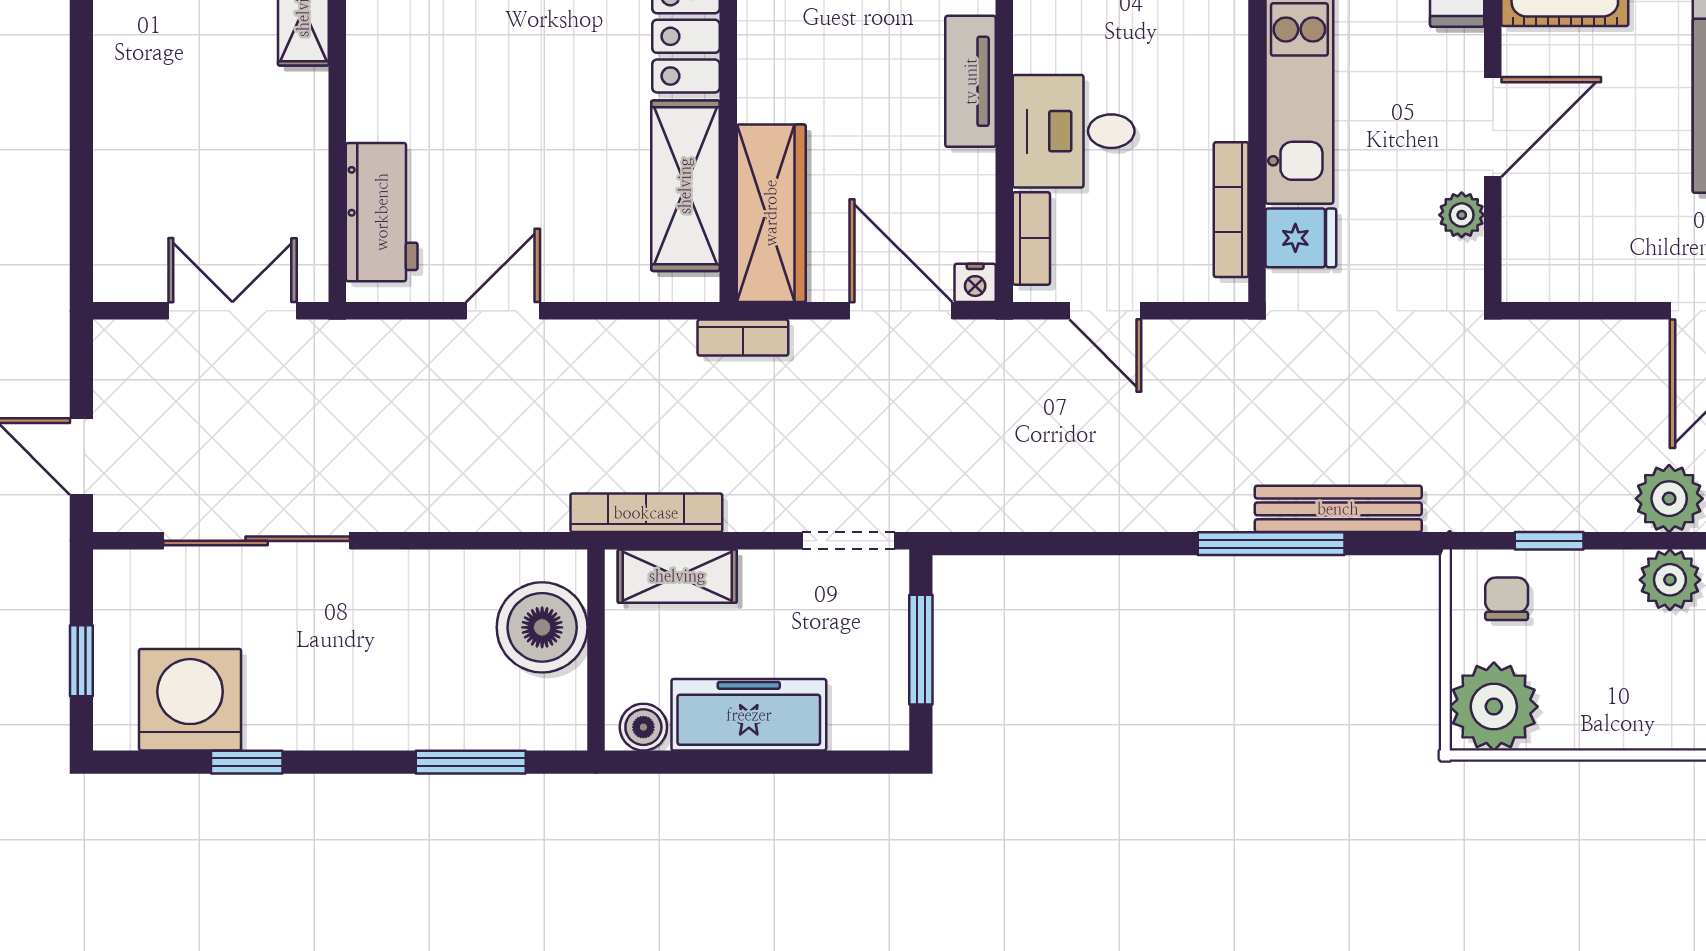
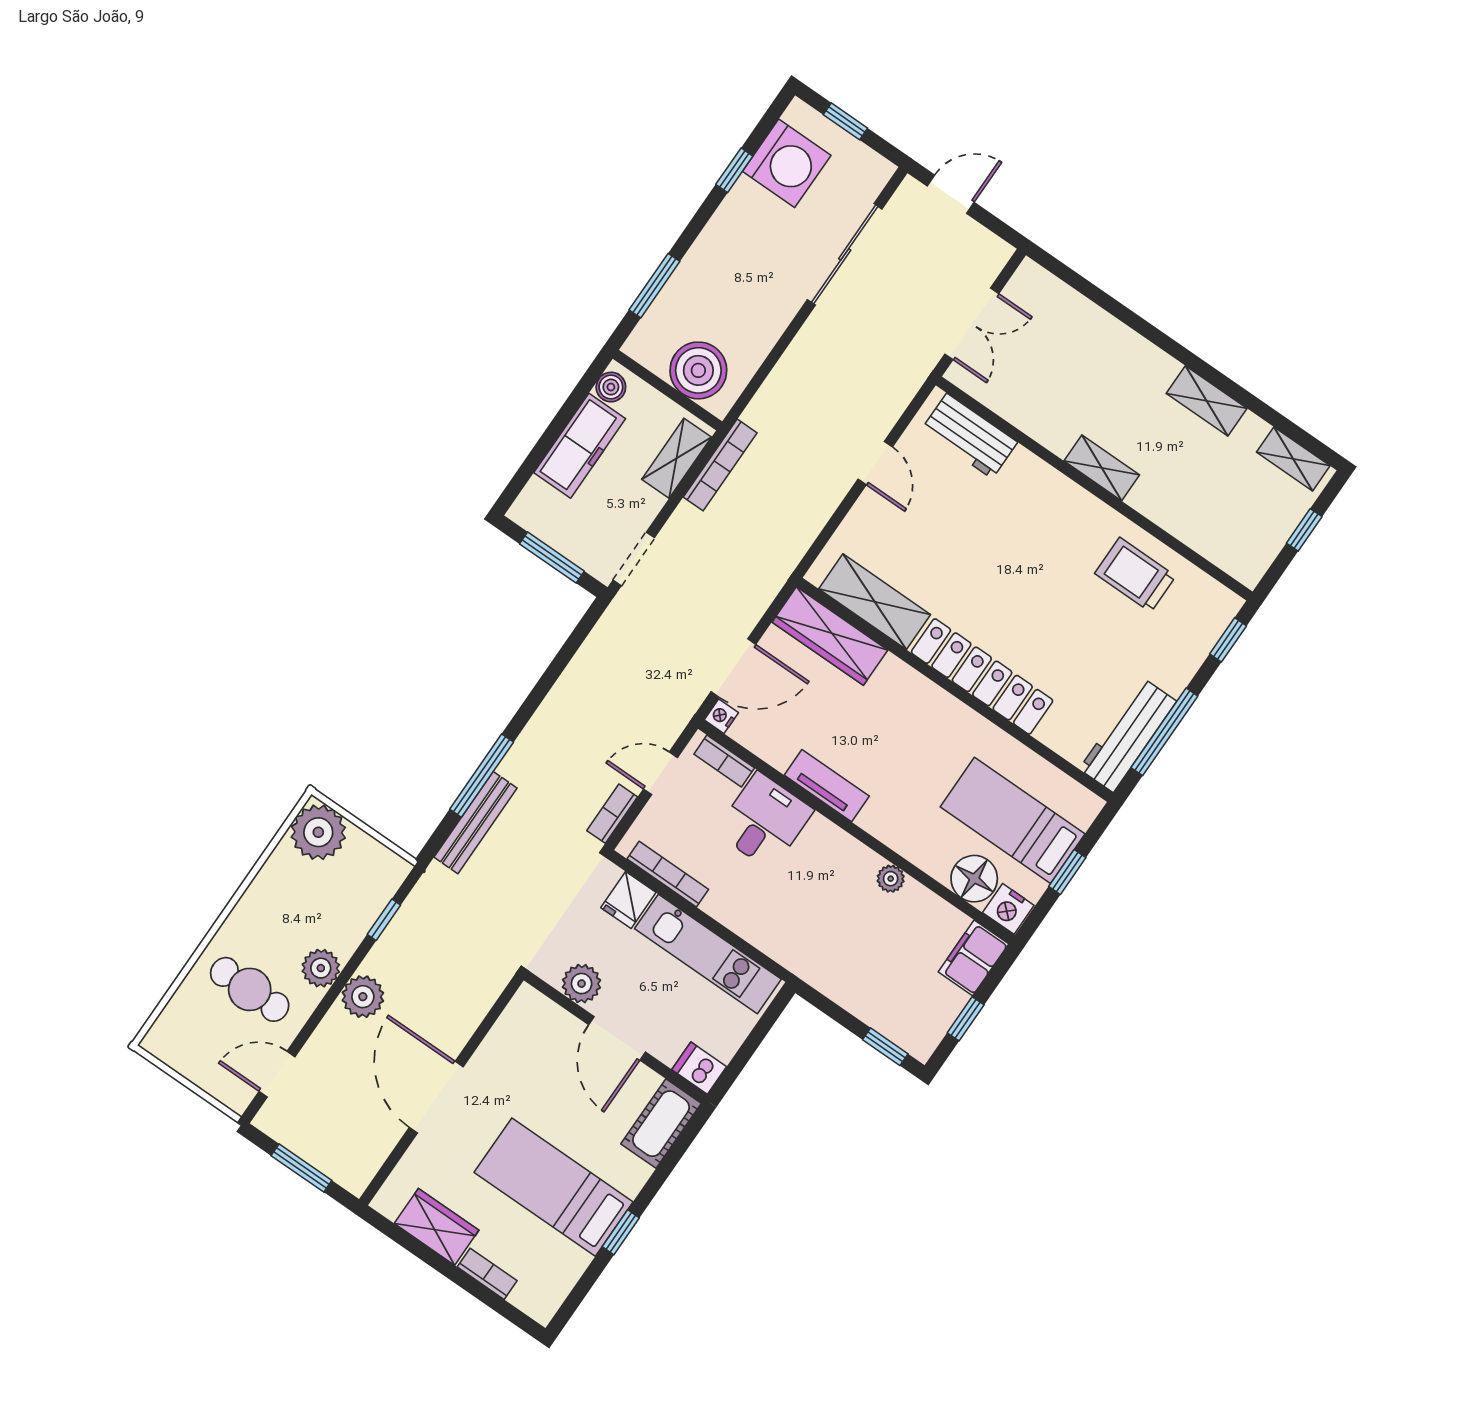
plant: (1462, 215) -> (582, 984), width x1.38, depth x1.38
bookcase: (743, 338) -> (612, 814), moved
chair: (1507, 599) -> (369, 877), removed

